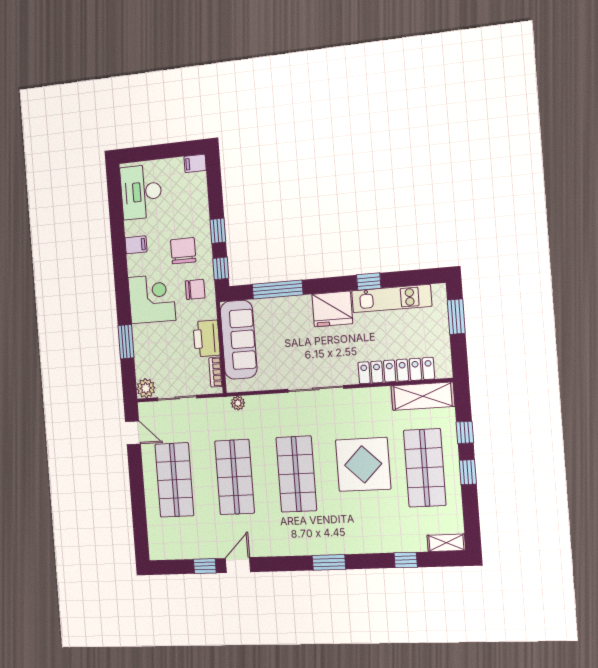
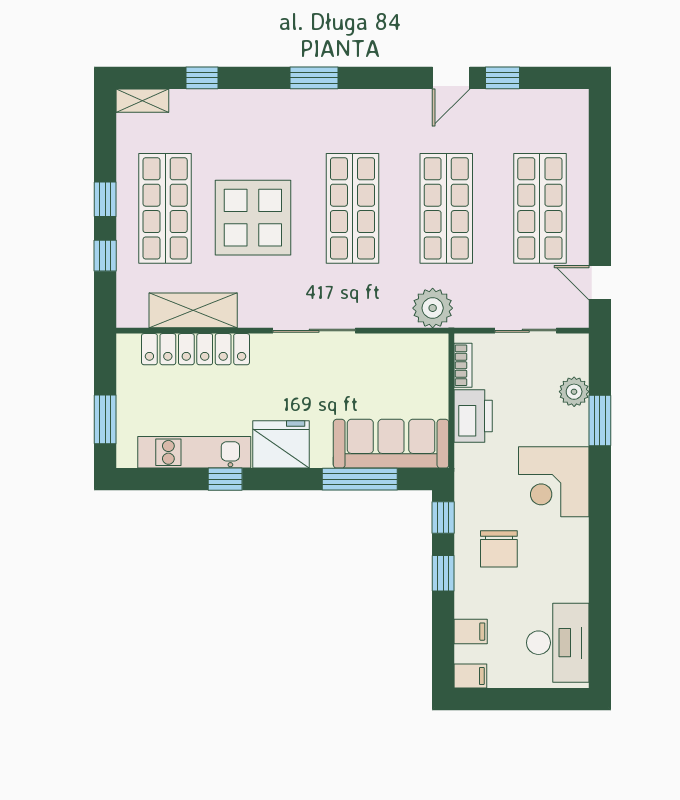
filing cabinet: (136, 245) -> (471, 632), moved, turned 180
chair: (195, 289) -> (485, 490), removed
sofa: (239, 340) -> (391, 444), moved, turned 90
plant: (146, 388) -> (574, 392), moved
shelving: (423, 396) -> (193, 310), moved
plant: (238, 403) -> (433, 308), width x1.88, depth x1.88

